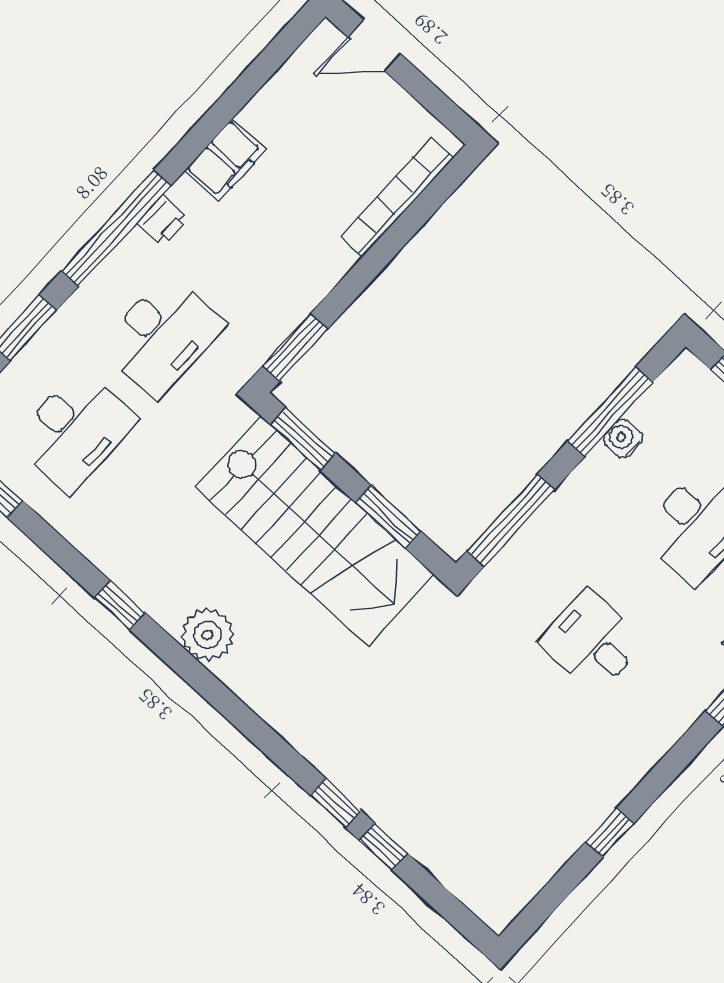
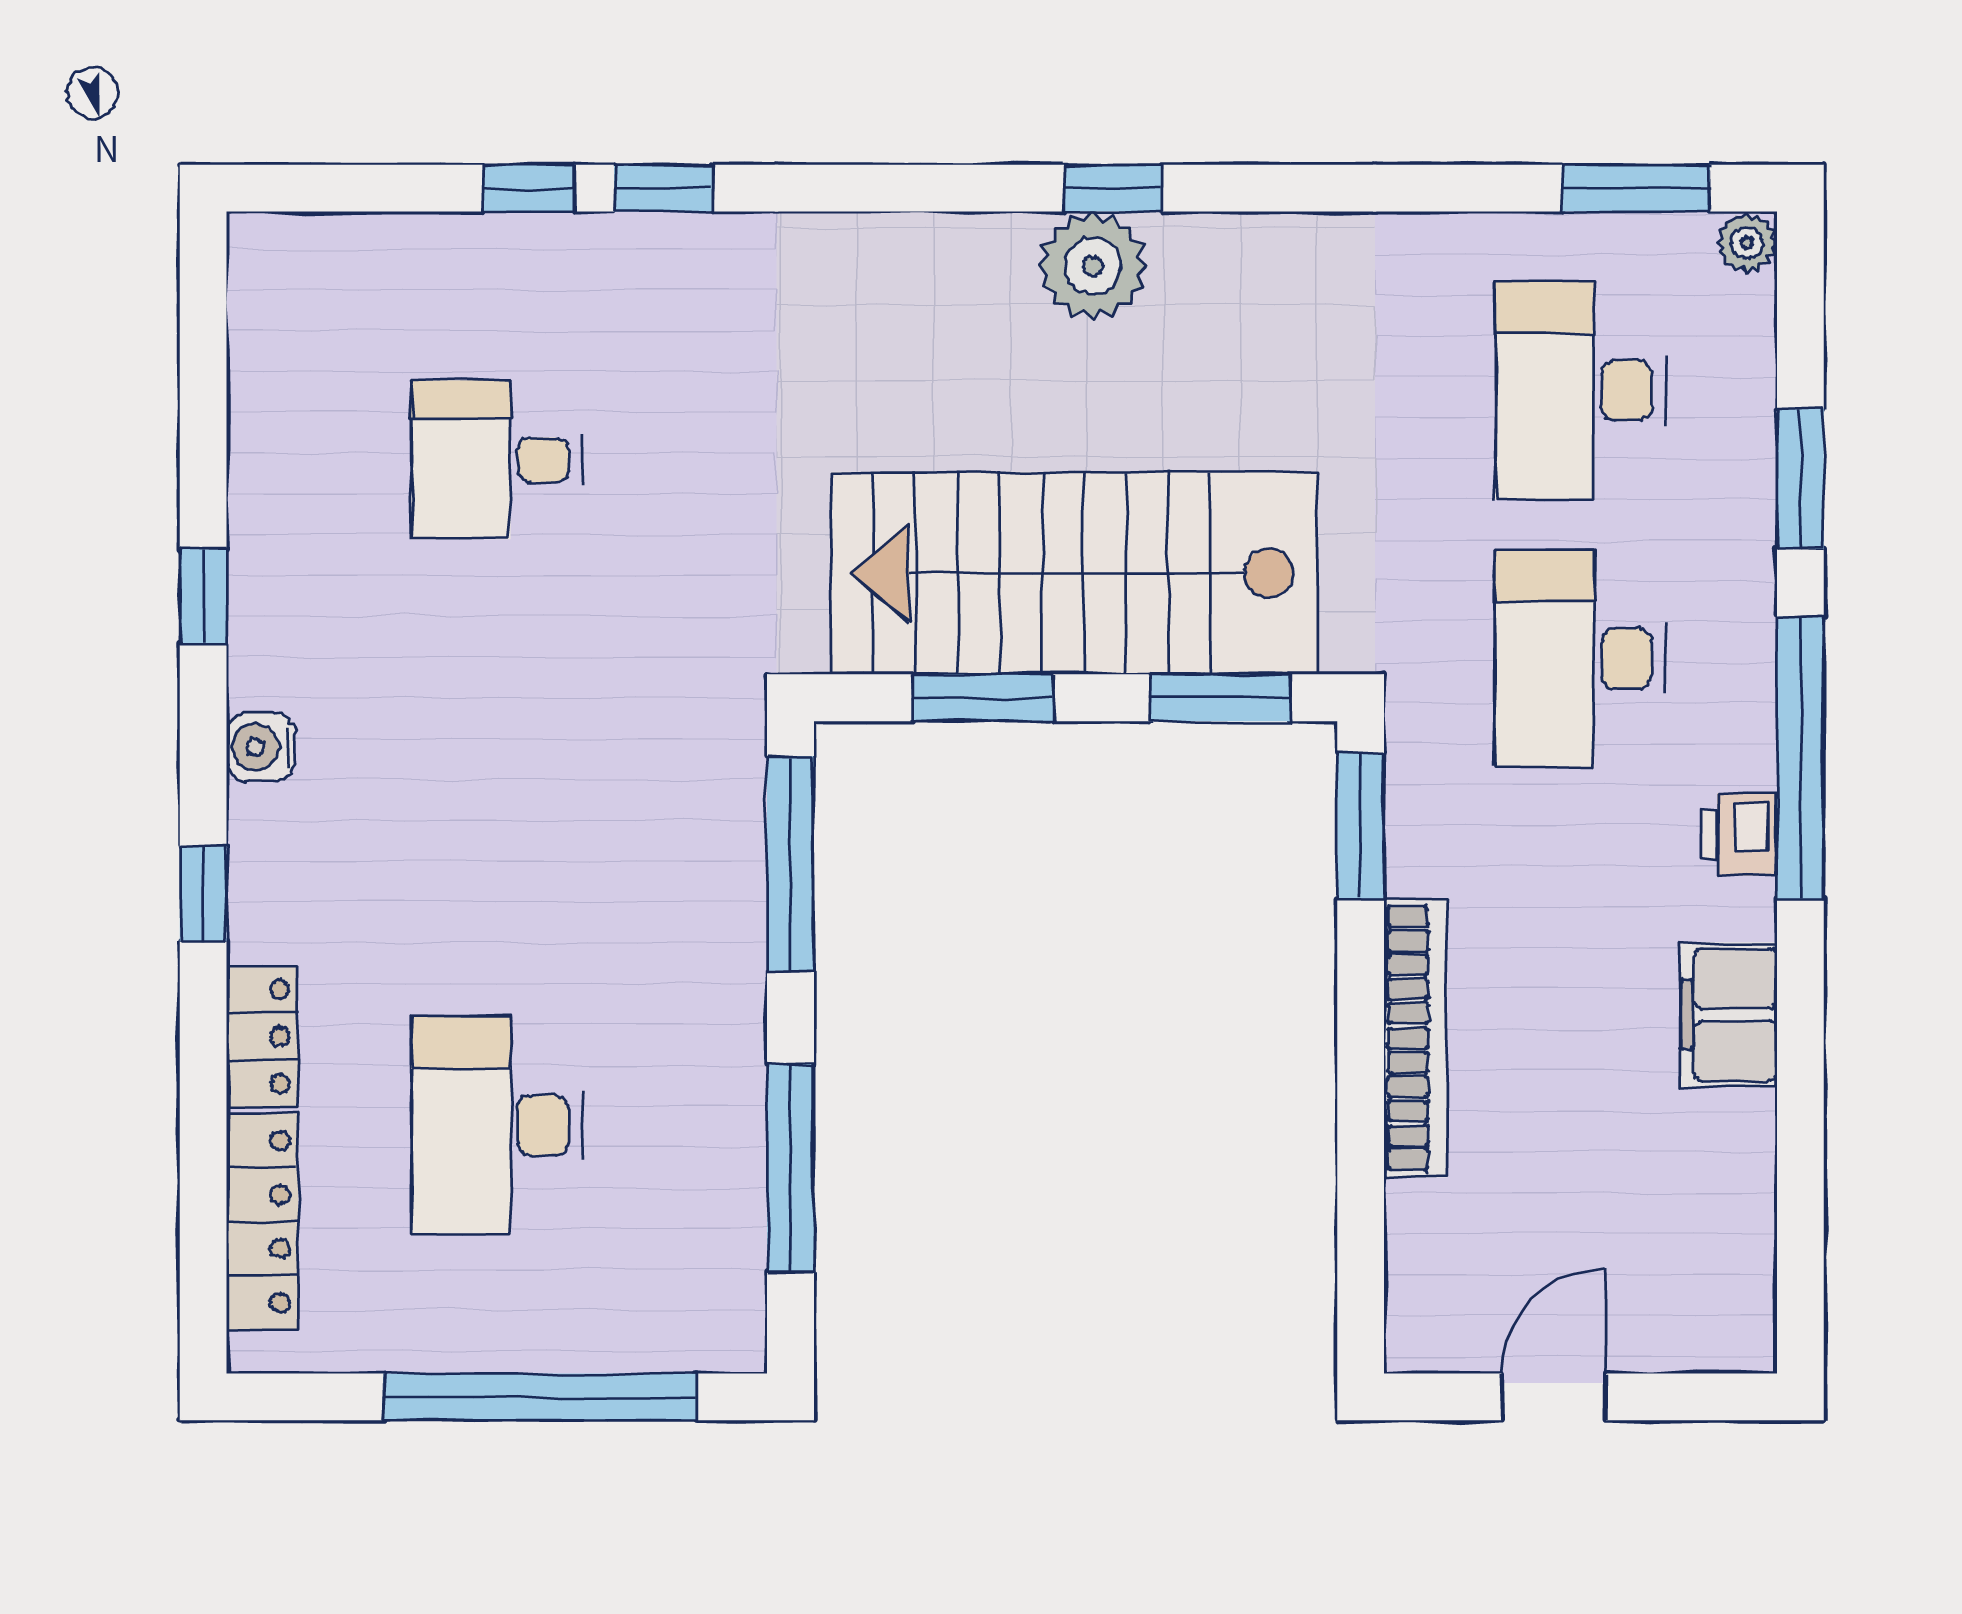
door: (374, 46) -> (1554, 1397), moved
bookcase: (397, 197) -> (1416, 1038), moved
water cooler: (623, 439) -> (261, 747), moved, turned 180
window: (120, 605) -> (1114, 188), moved
desk: (592, 642) -> (497, 460), moved, turned 180
window: (610, 833) -> (203, 596), moved

